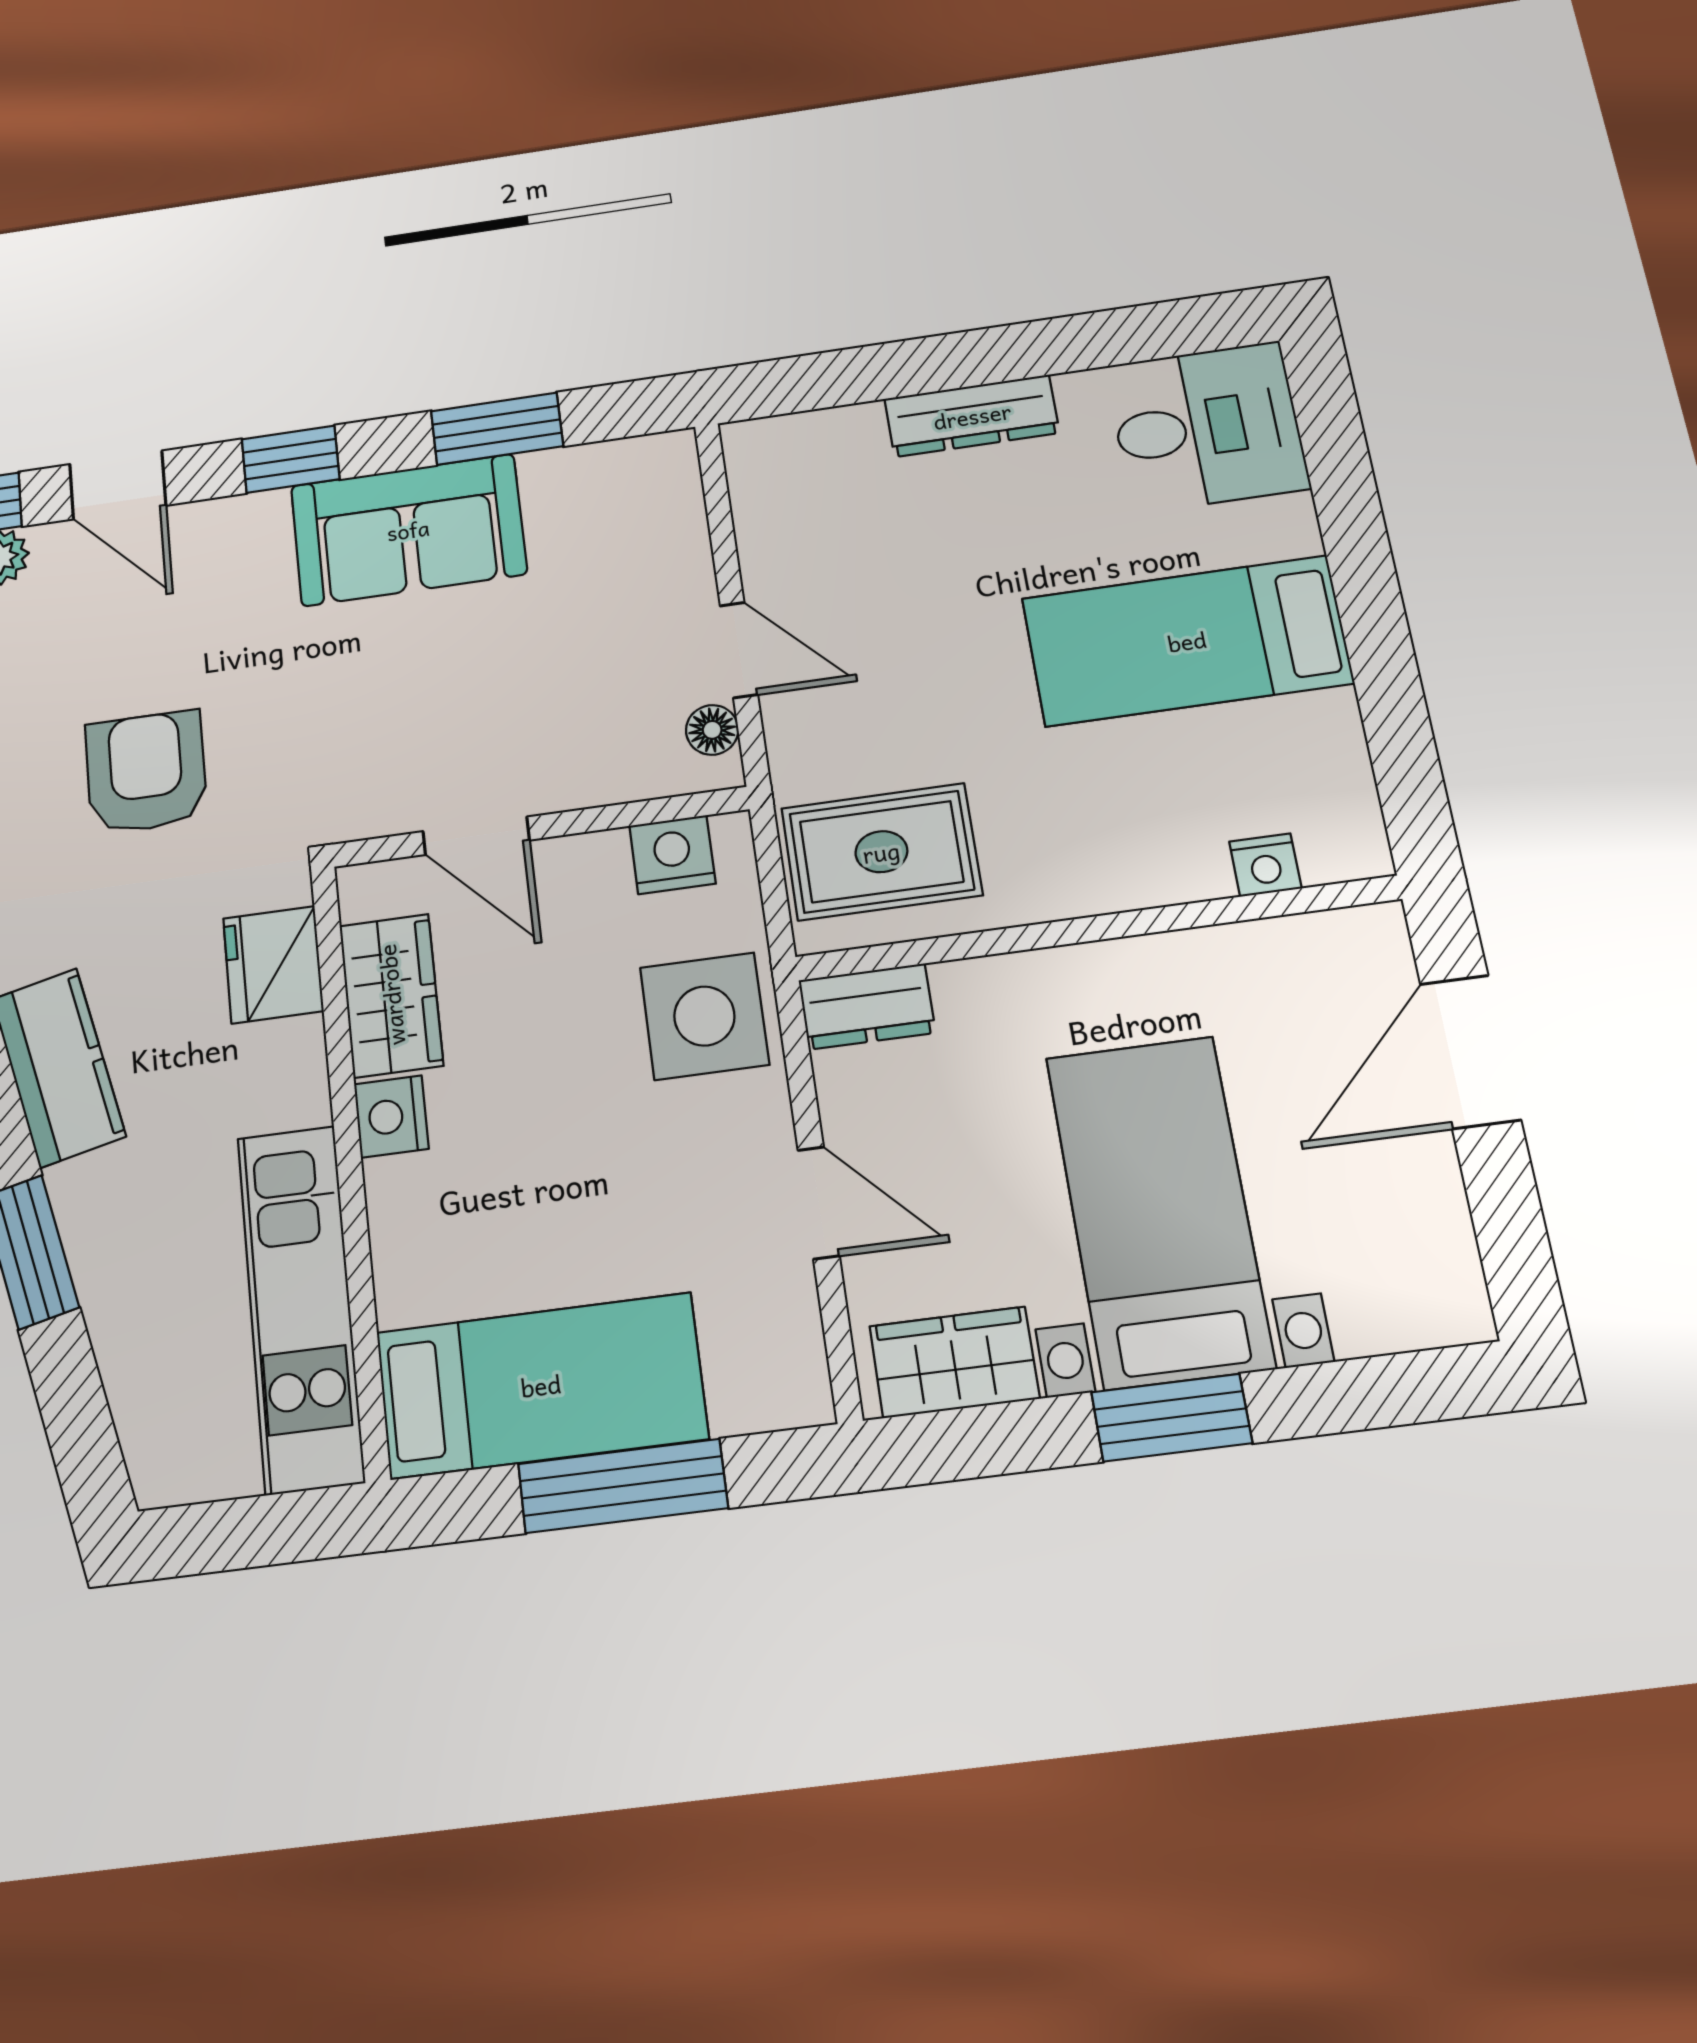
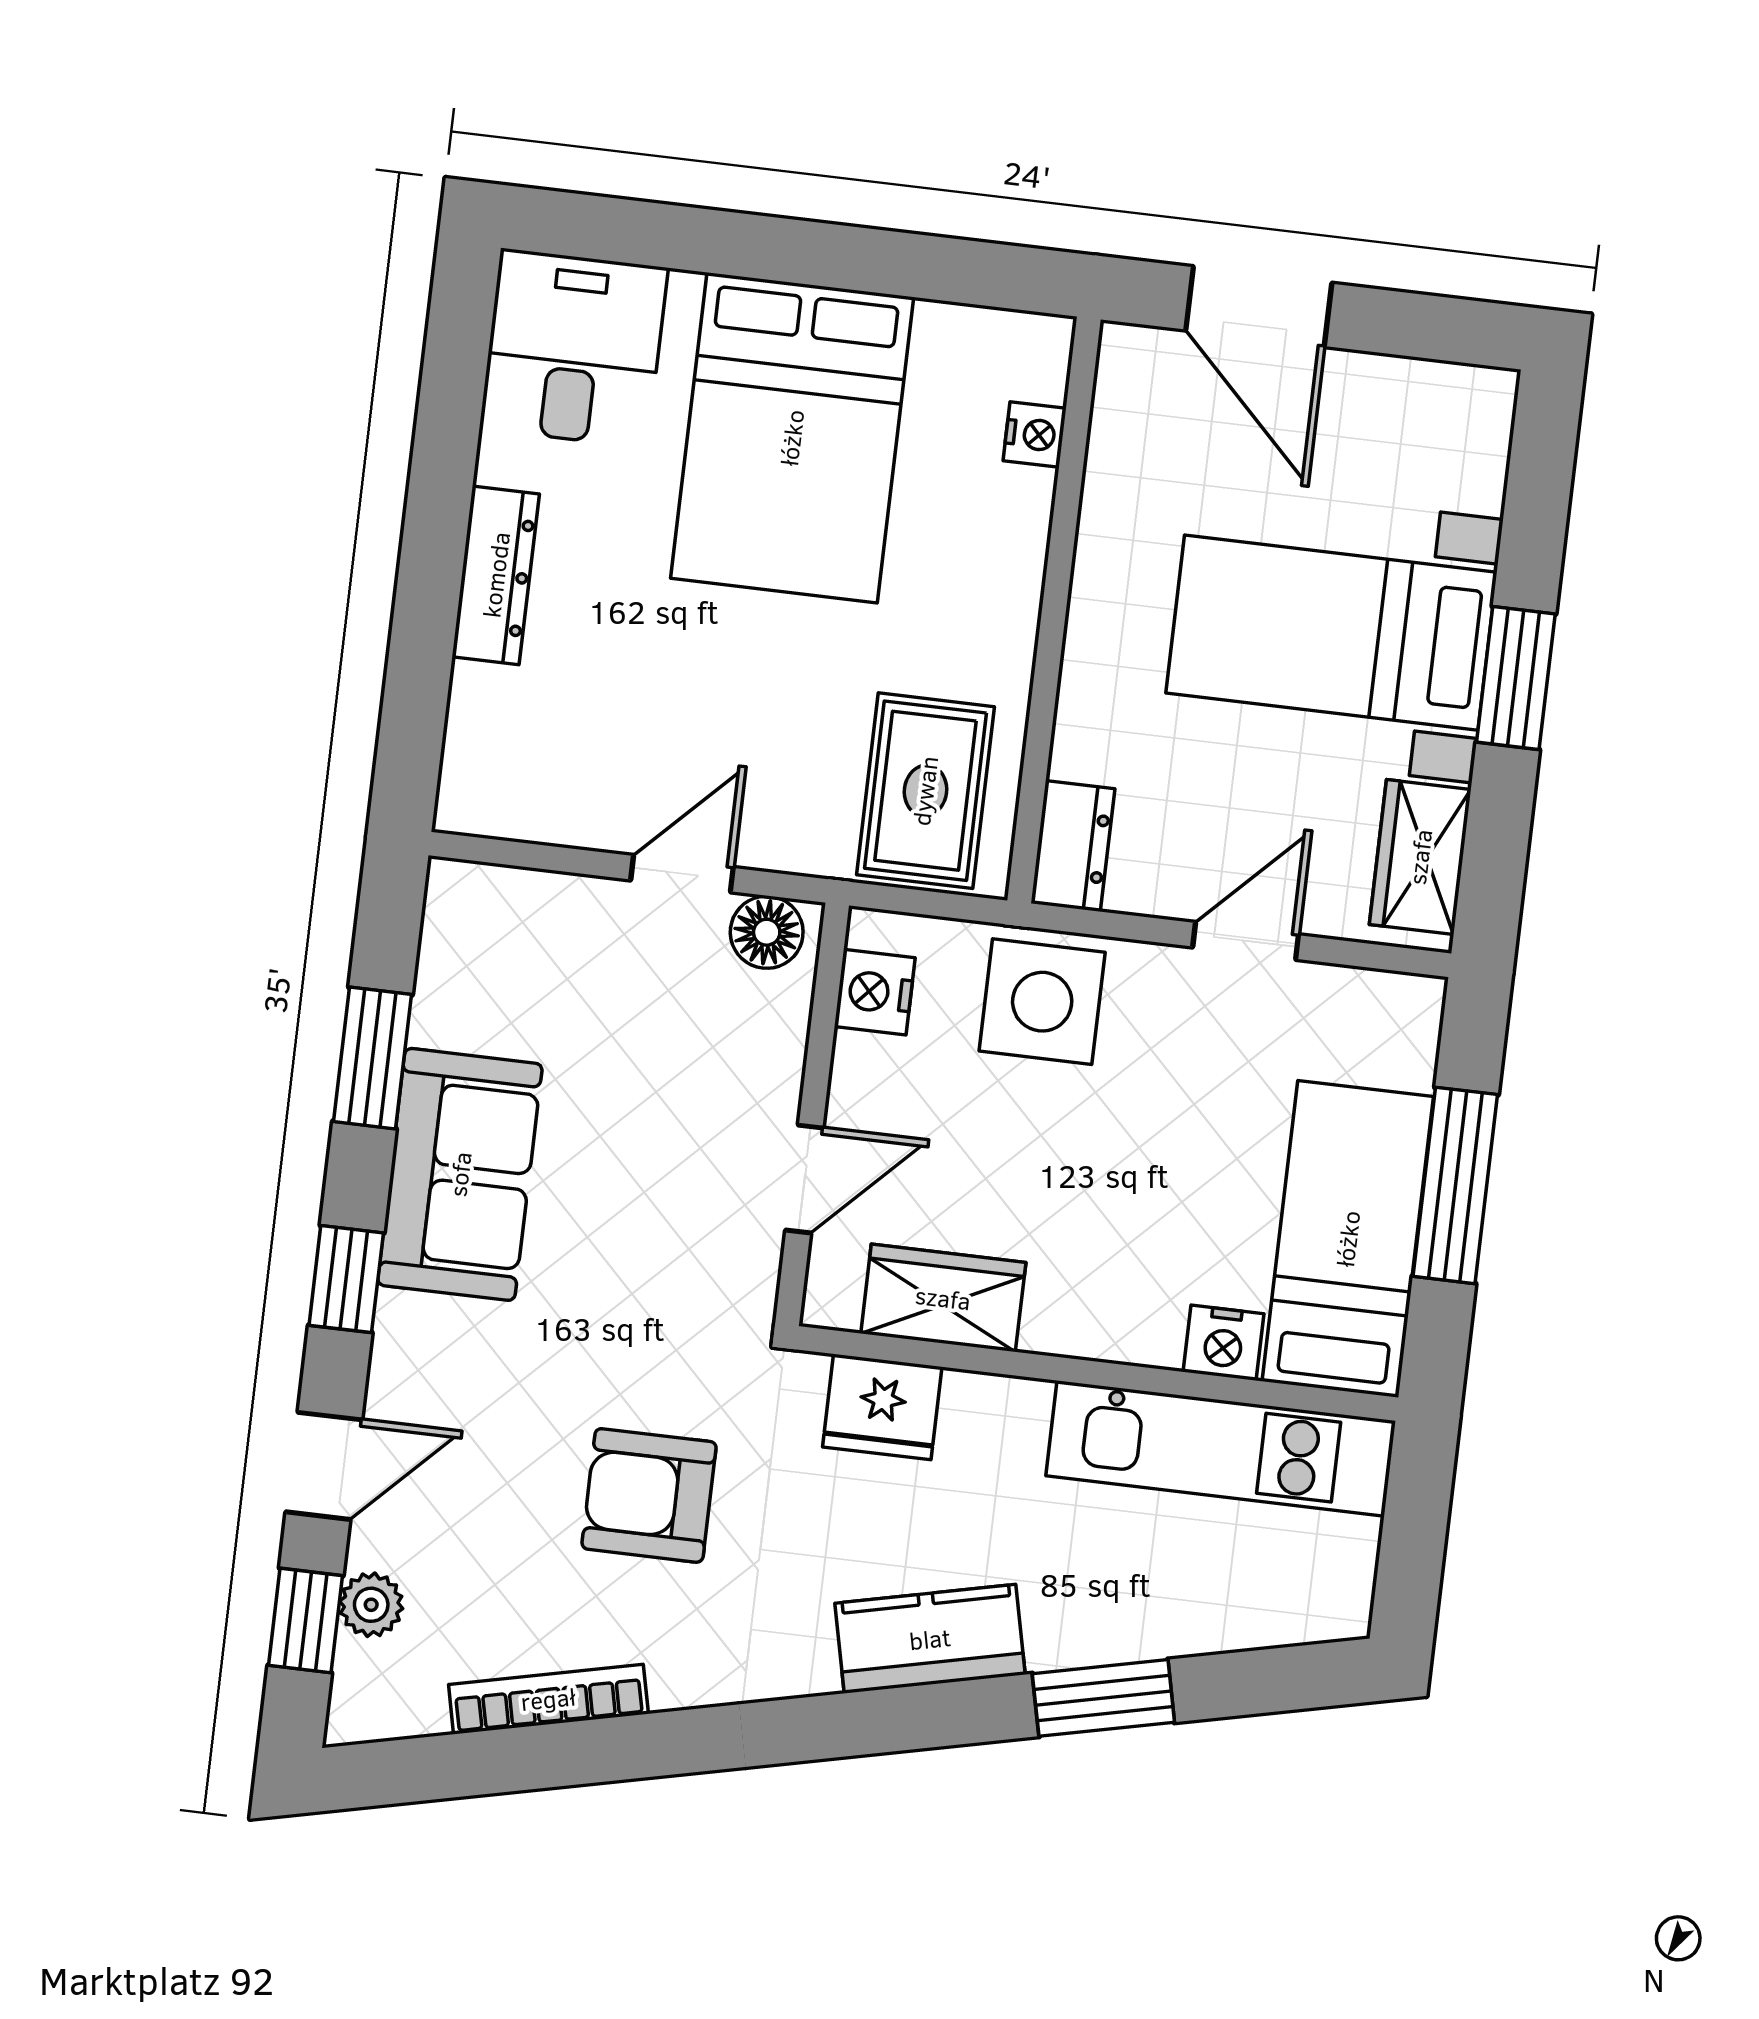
bed: (1187, 641) -> (792, 438), width x1.50
floor lamp: (712, 730) -> (767, 932), width x1.37, depth x1.37
nightstand: (391, 1116) -> (1223, 1343), moved

